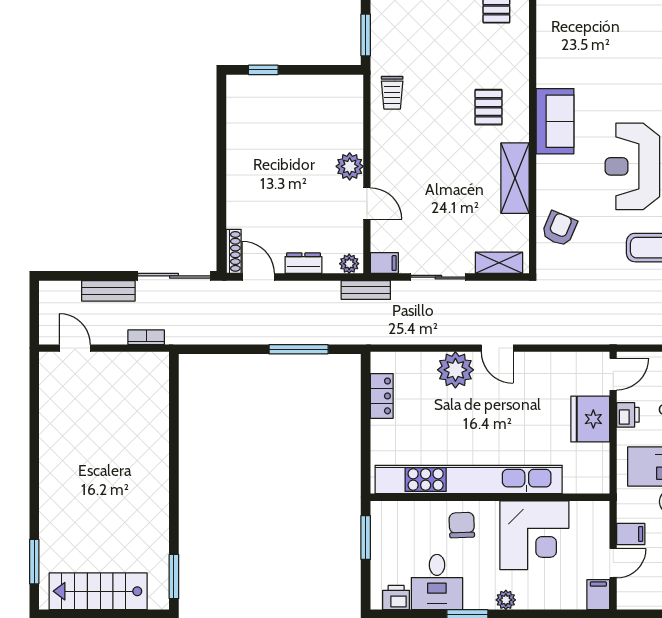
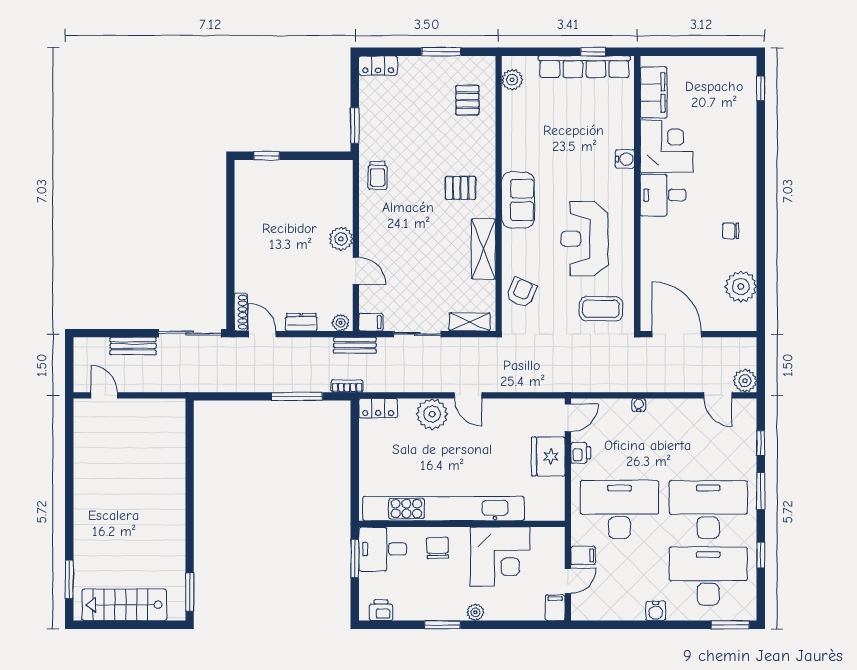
pallet: (488, 107) -> (461, 188), turned 90
bookcase: (146, 337) -> (347, 386), moved
locker: (382, 396) -> (378, 408), moved, turned 90
desk: (437, 582) -> (383, 549), moved, turned 90

